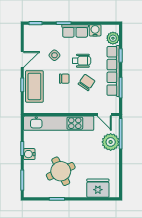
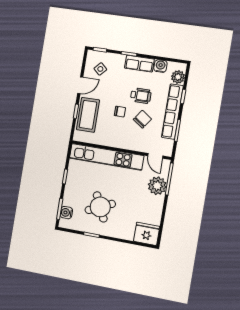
side table: (54, 55) -> (100, 69), moved
water cooler: (29, 154) -> (66, 213), moved
fridge: (98, 188) -> (147, 234), moved

